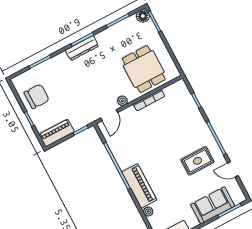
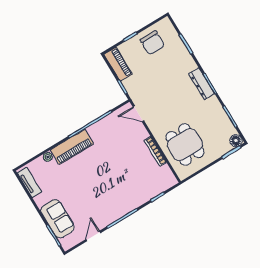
dining table: (144, 69) -> (185, 145), turned 90
plant: (122, 101) -> (153, 126), removed
rug: (198, 161) -> (99, 202), removed

